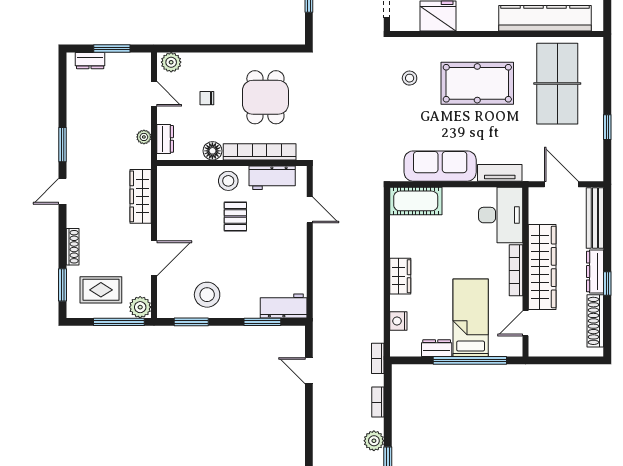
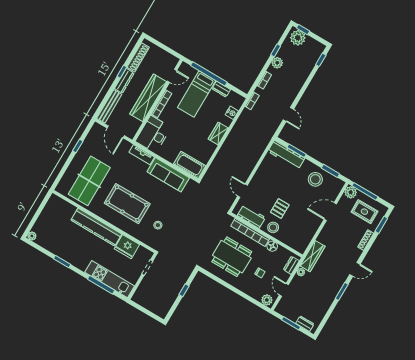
kitchen counter: (545, 18) -> (96, 227), moved
dining table: (265, 97) -> (232, 257), width x1.38
wardrobe: (141, 196) -> (312, 256), moved
workbench: (284, 306) -> (286, 155), width x1.38

